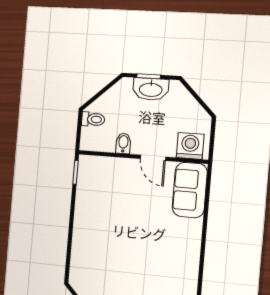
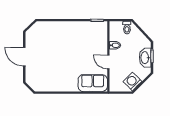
washing machine: (190, 146) -> (132, 81), moved, turned -135
door: (153, 158) -> (108, 62), hinge flipped

